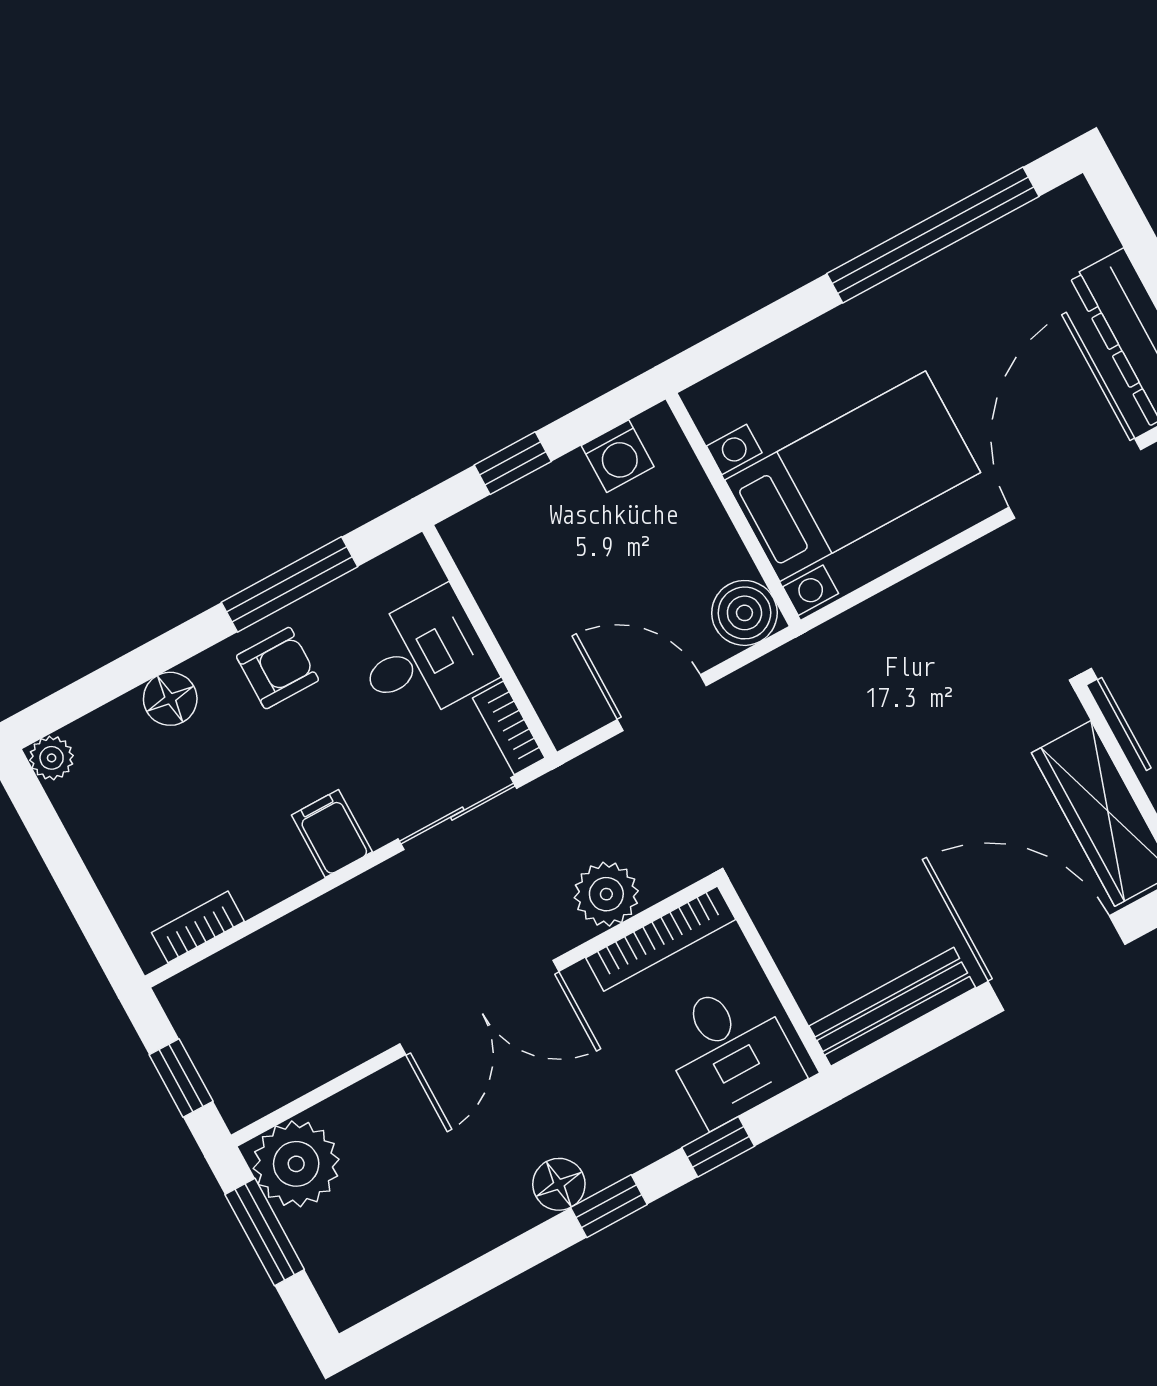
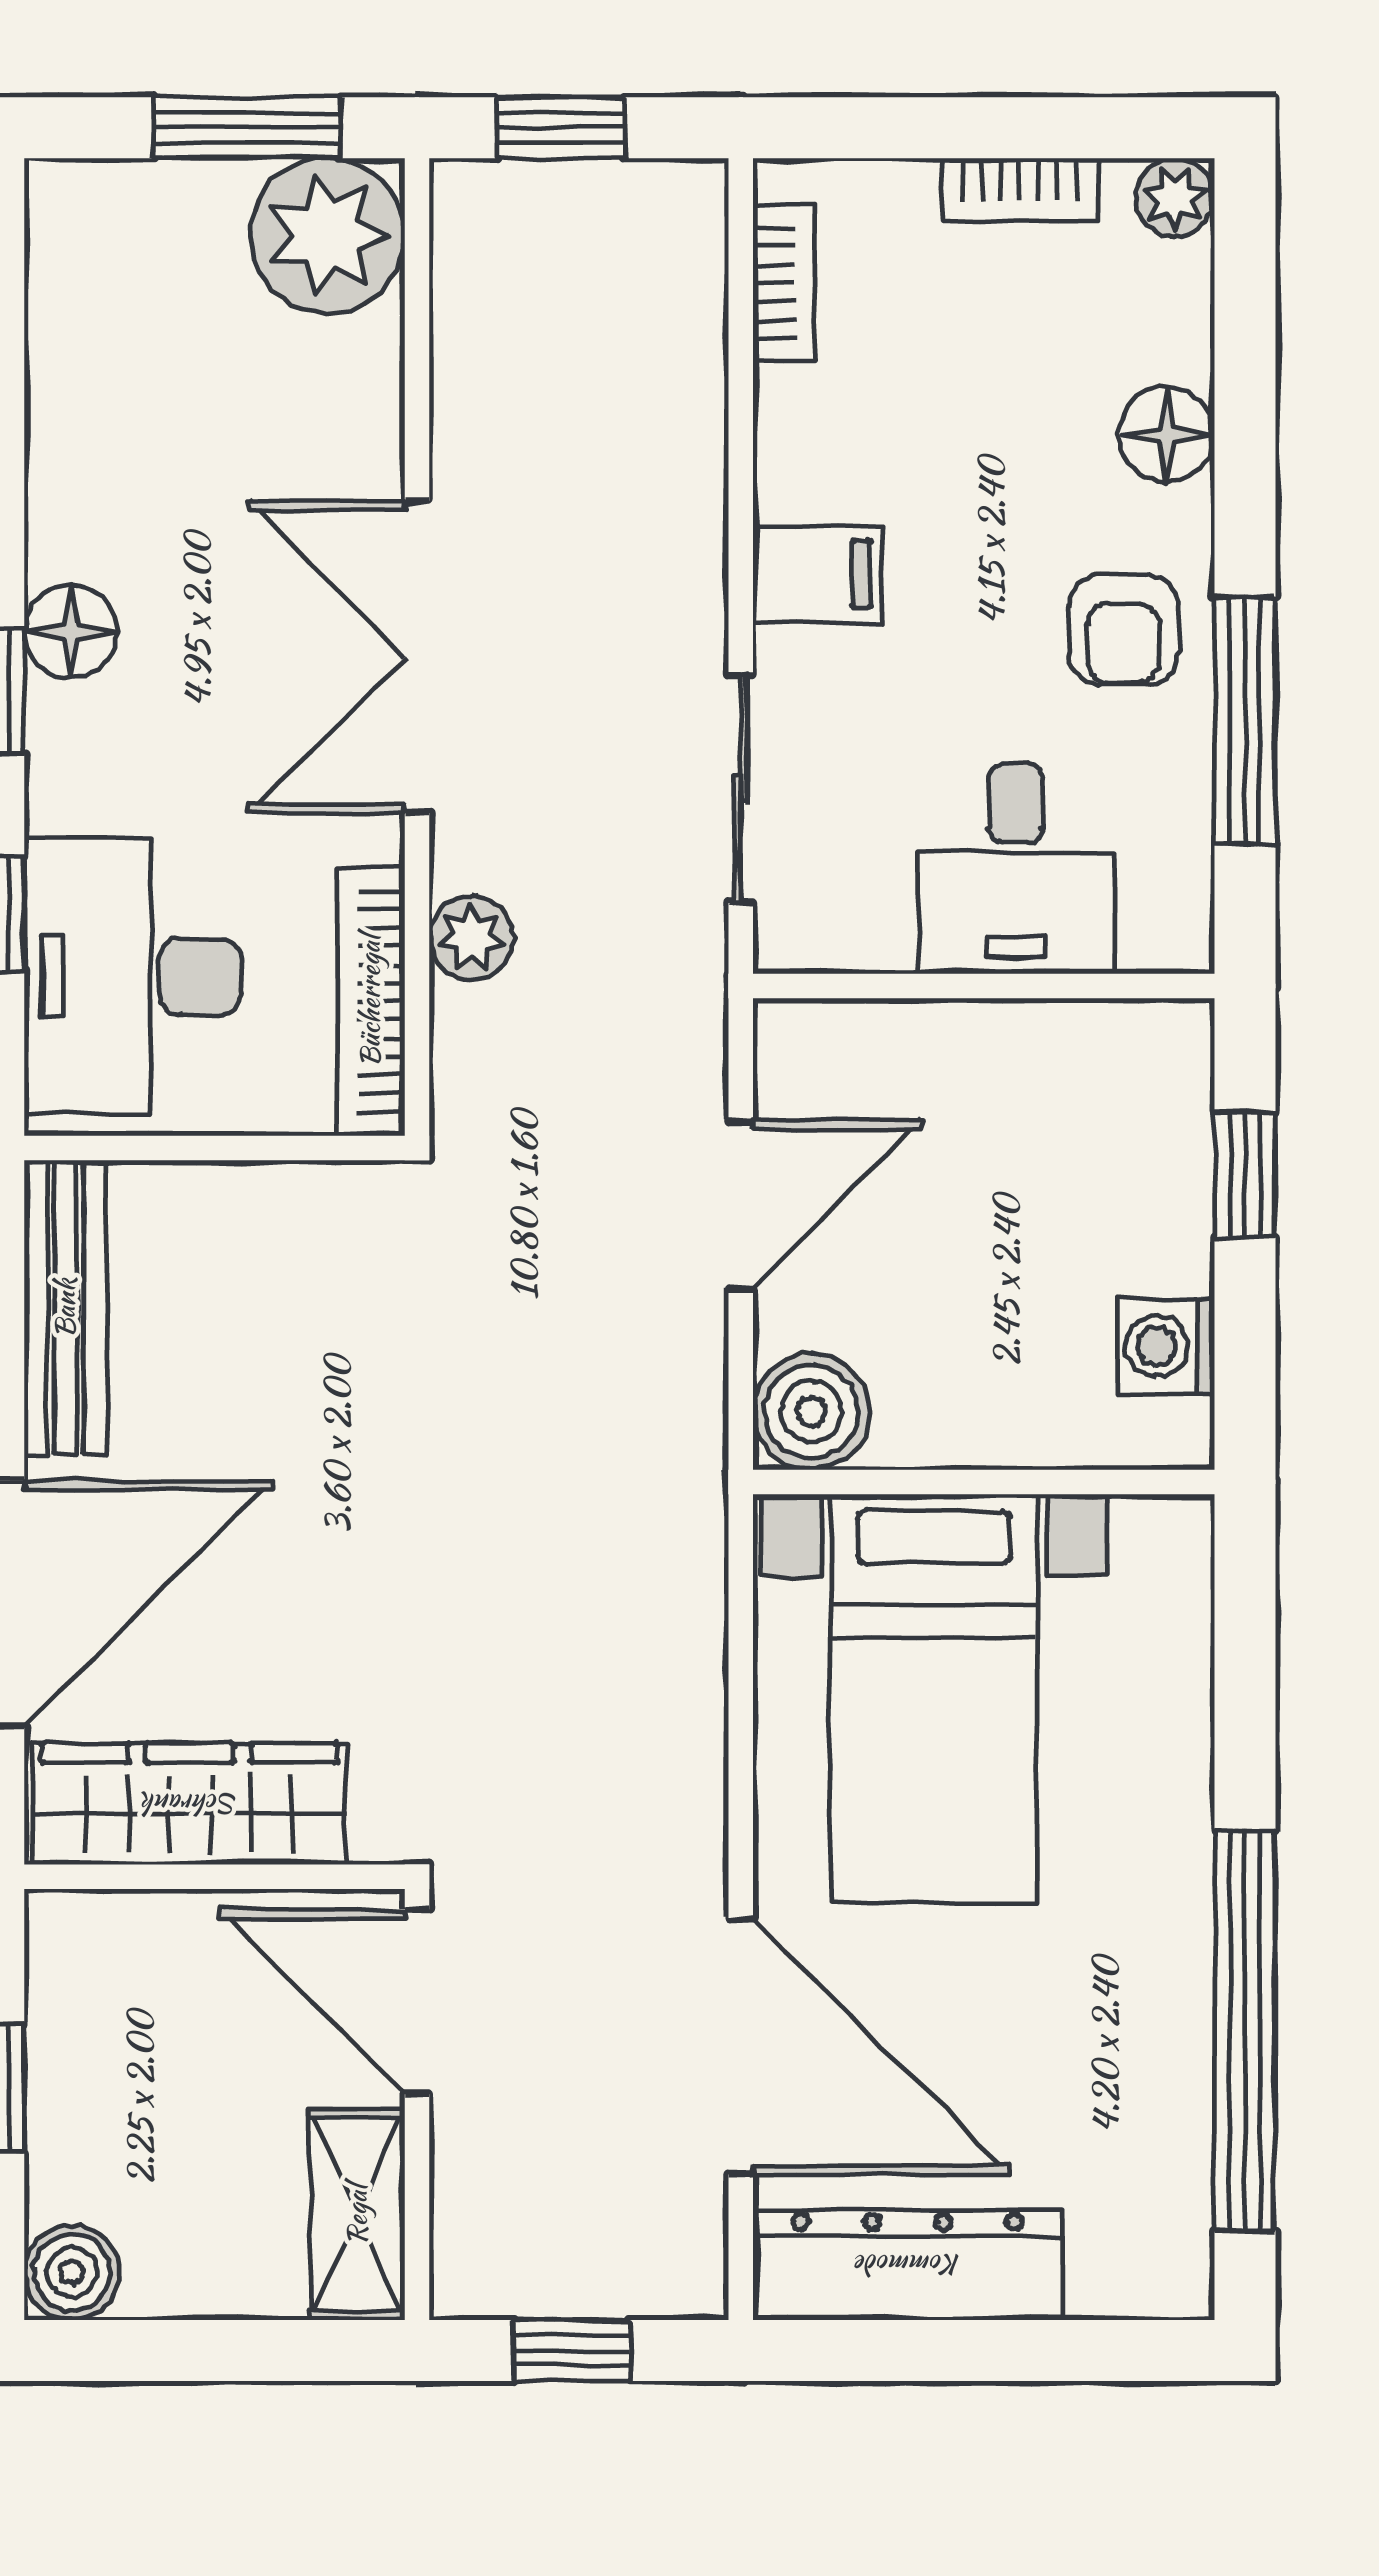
bookcase: (509, 728) -> (1020, 189), moved, turned 180
plant: (606, 894) -> (471, 938), width x0.73, depth x0.73
desk: (730, 1052) -> (133, 976), width x1.37

